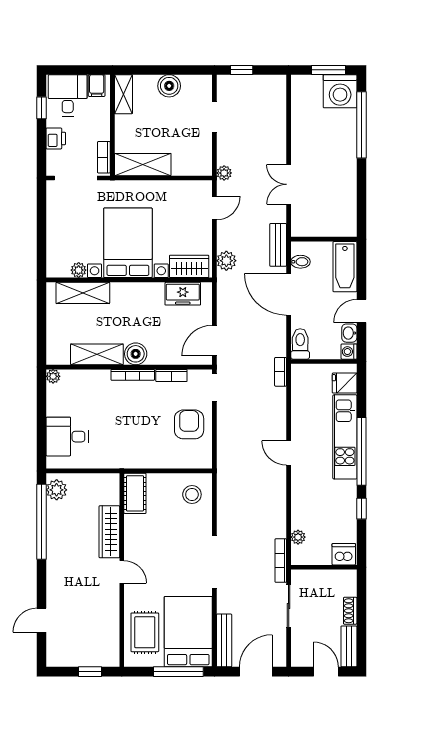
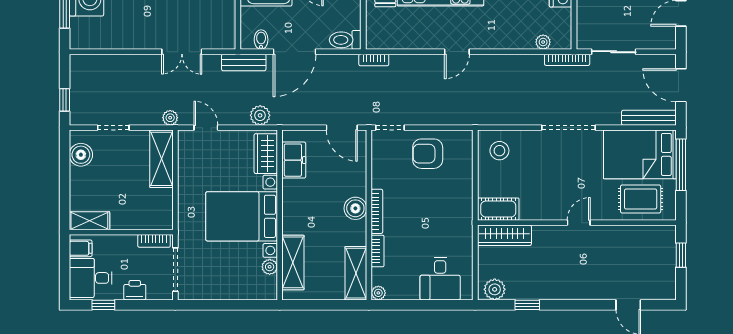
boiler: (169, 86) -> (81, 155), moved
shelving: (143, 165) -> (161, 159), moved
shelving: (97, 354) -> (356, 273), moved
bookcase: (171, 376) -> (378, 251), moved
window: (41, 522) -> (527, 305), width x0.32
wardrobe: (109, 532) -> (504, 235), moved

